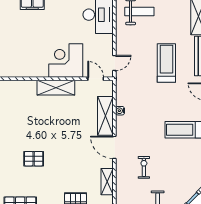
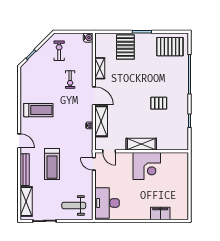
corner desk: (66, 60) -> (147, 166), moved
door: (114, 63) -> (94, 164), hinge flipped
pallet: (34, 159) -> (159, 103), moved

